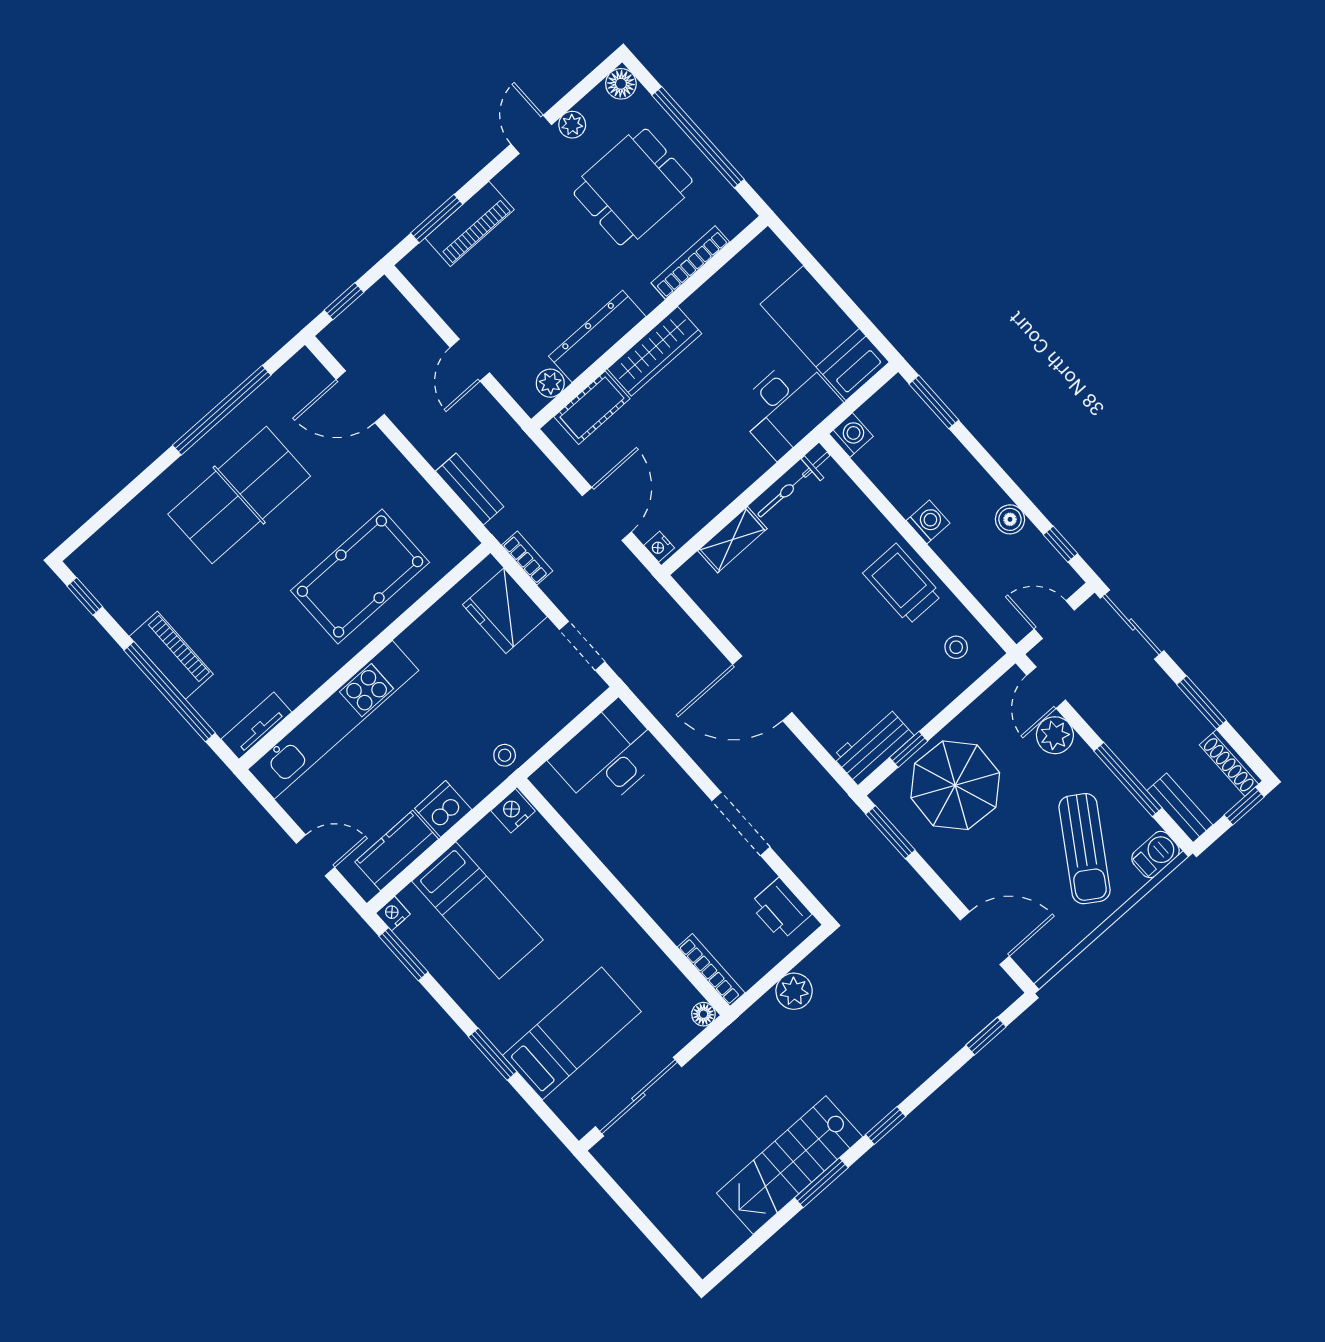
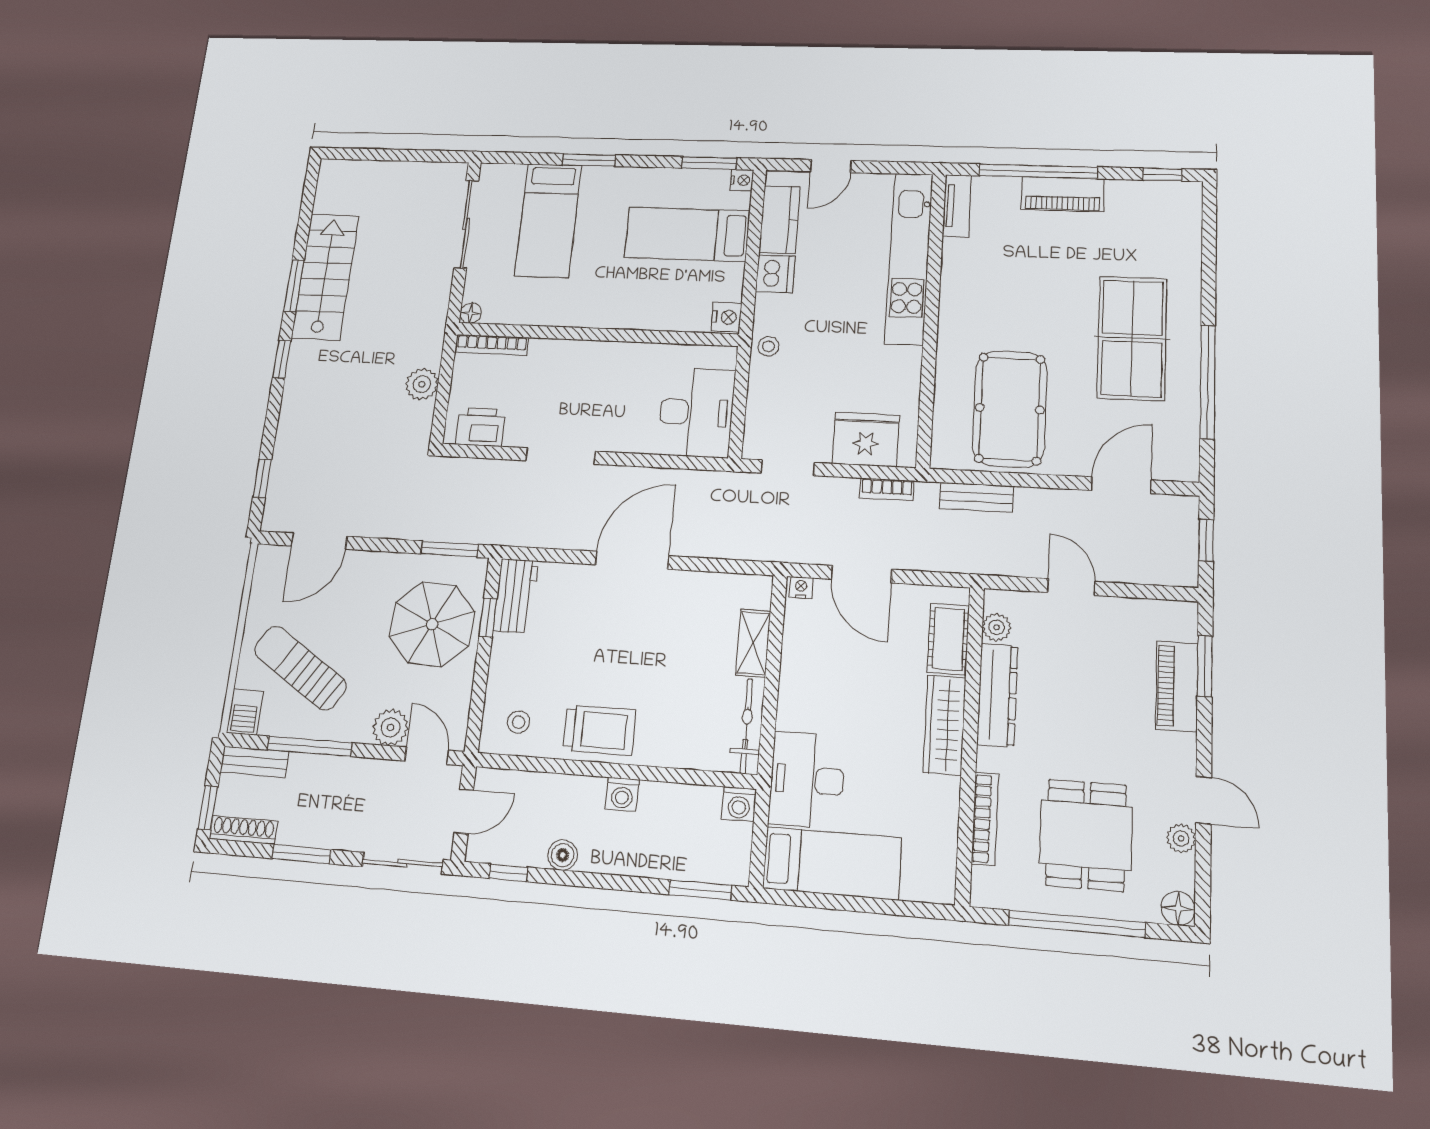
pool table: (360, 576) -> (1010, 409), moved

